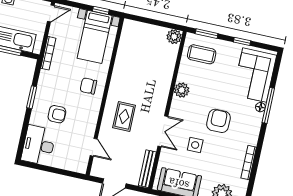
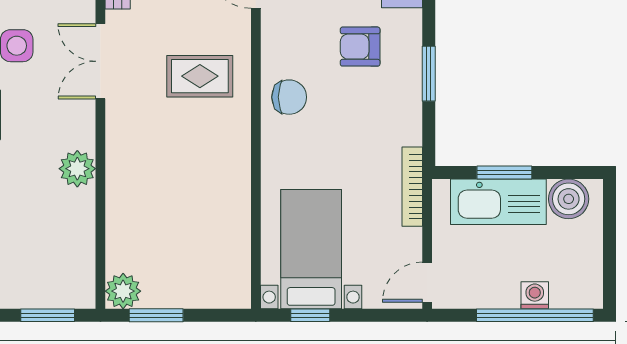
window: (163, 24) -> (156, 315), added
coffee table: (202, 54) -> (49, 264), removed
chair: (88, 86) -> (289, 97), moved
rug: (124, 116) -> (200, 76), turned 90

